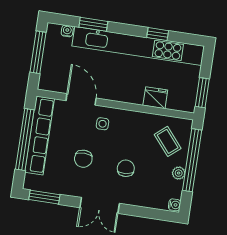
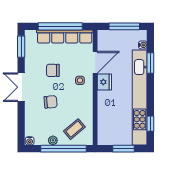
window: (158, 34) -> (150, 124), moved
window: (202, 93) -> (123, 149), moved
fridge: (155, 98) -> (104, 82), moved

